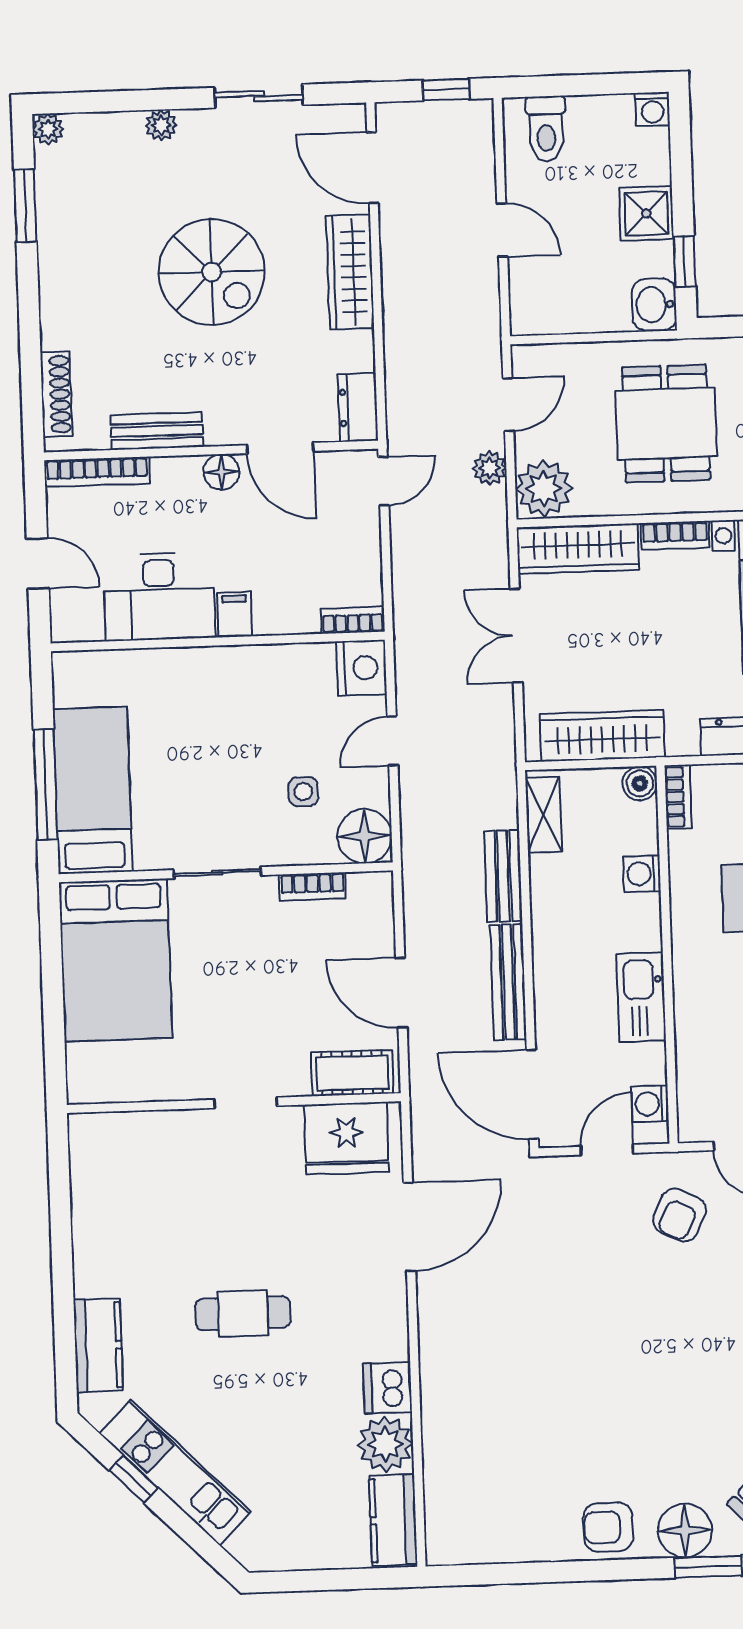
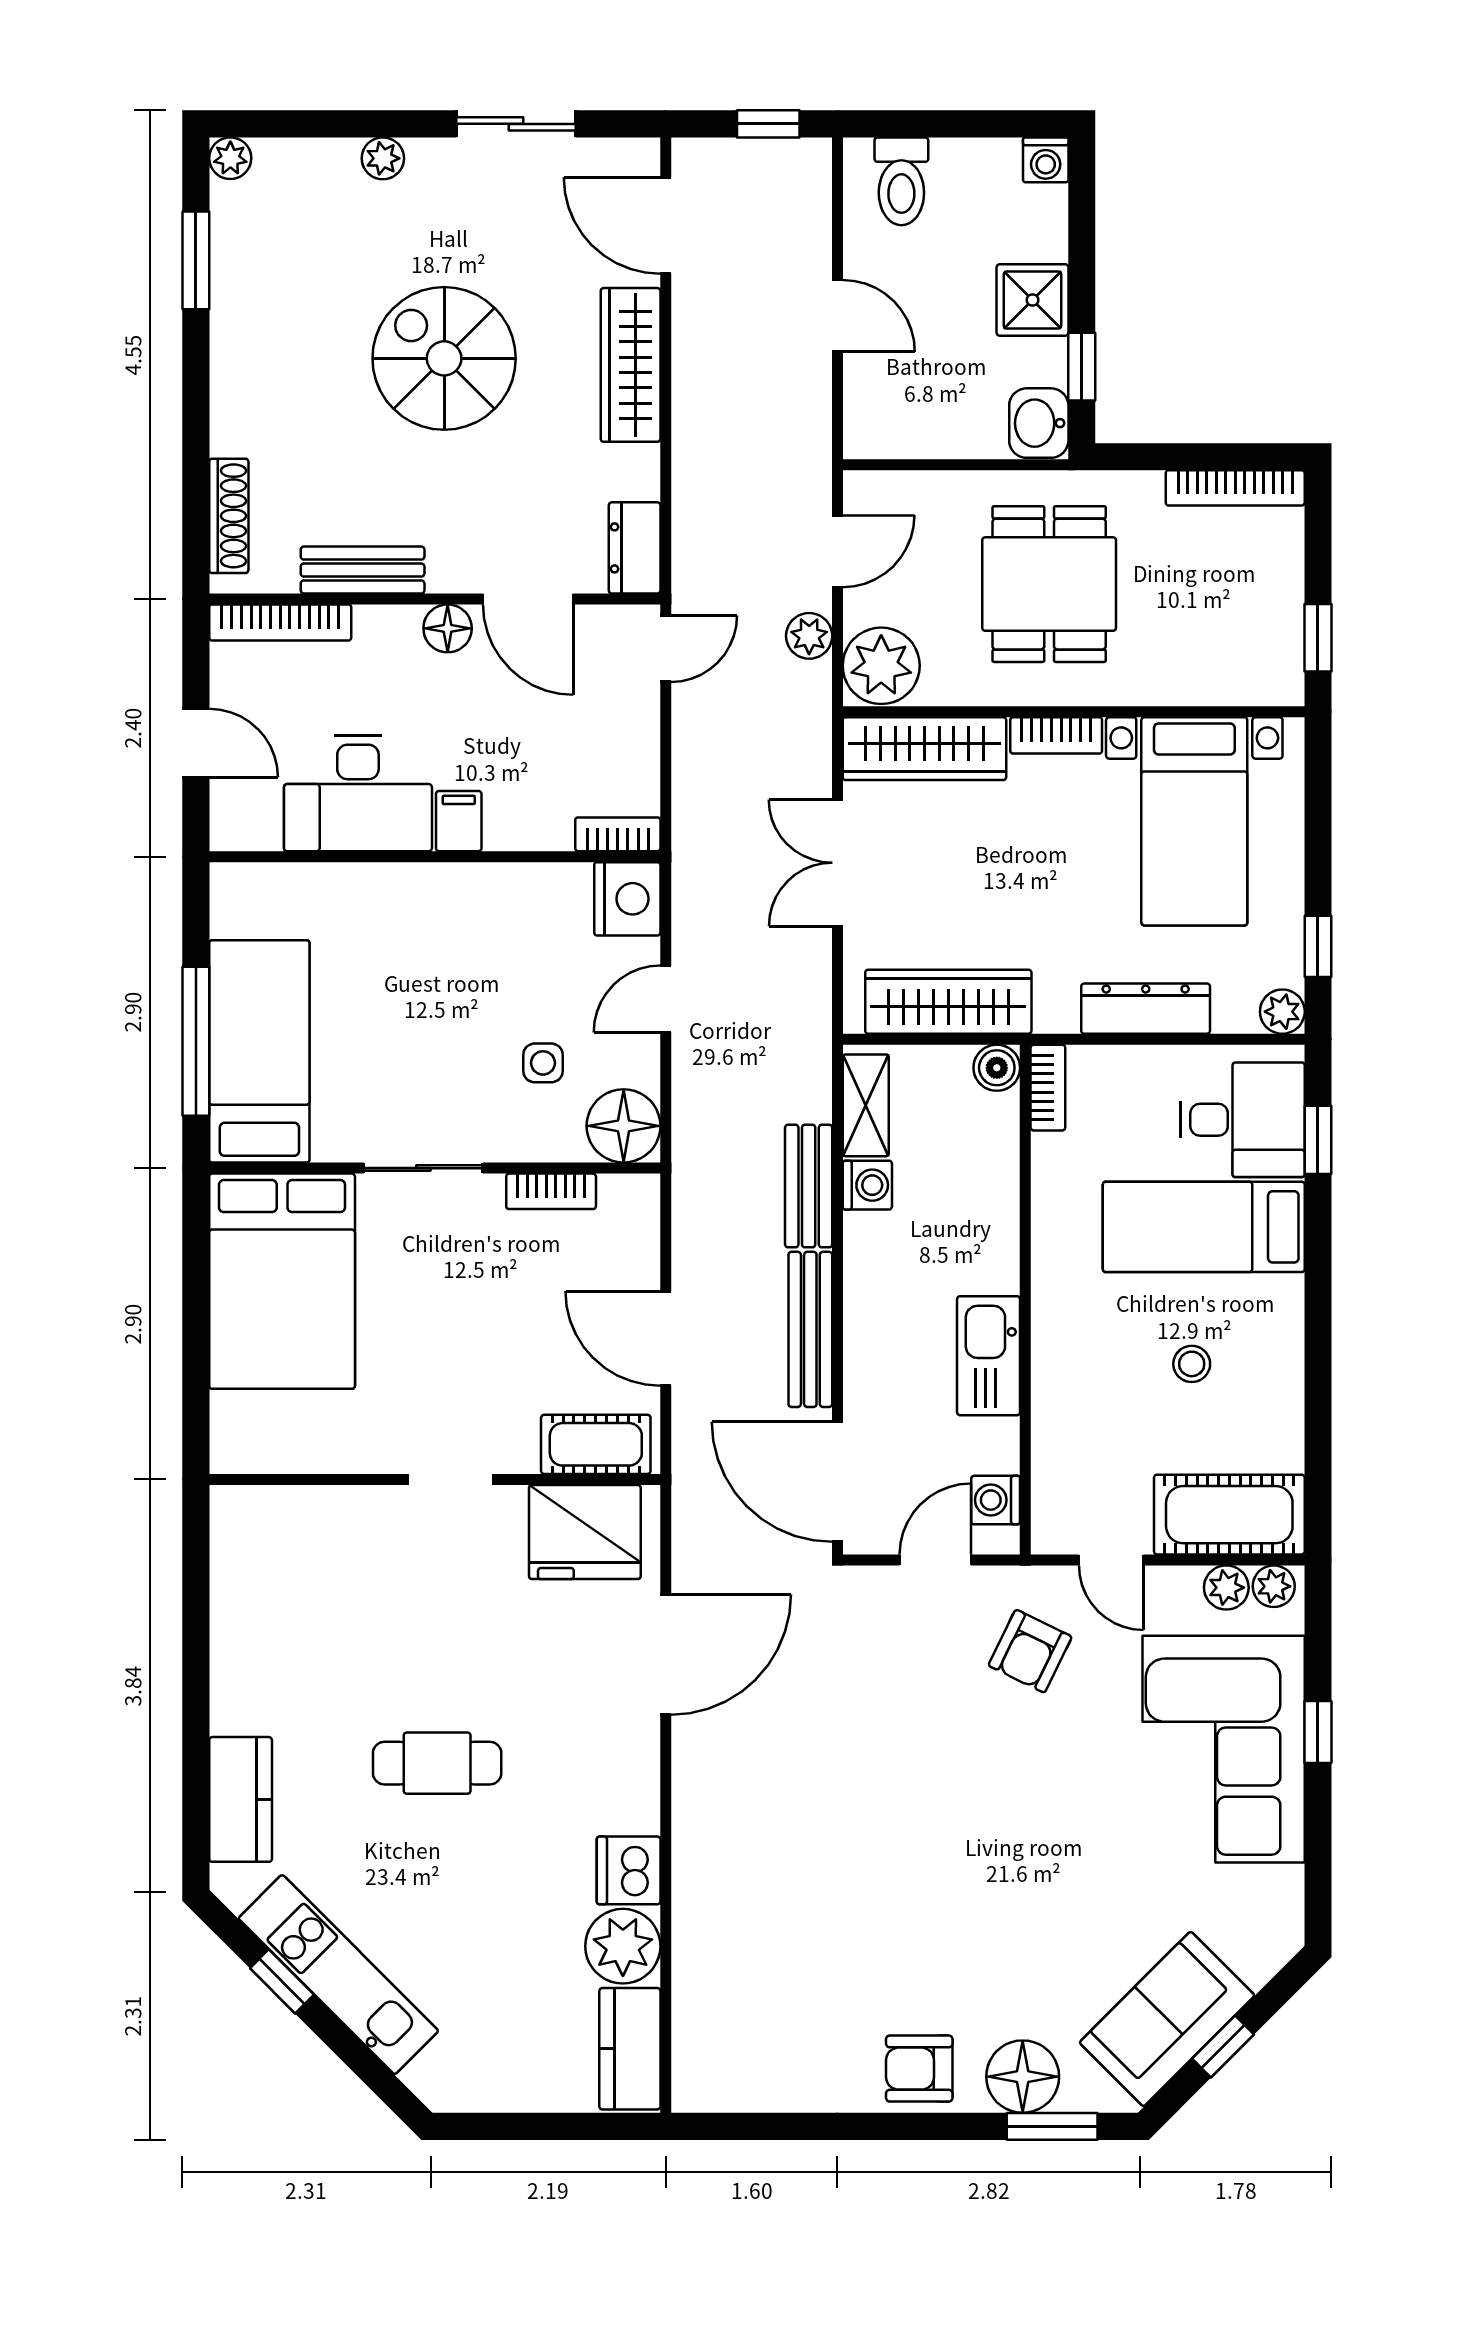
spiral stairs: (212, 272) -> (444, 358), turned 180
washing machine: (642, 874) -> (867, 1185), moved, turned 180

